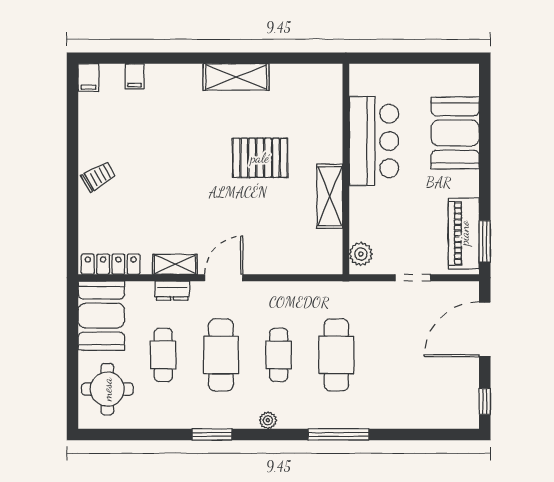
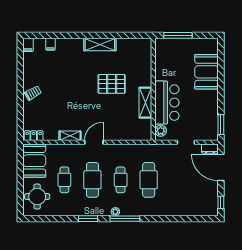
window: (396, 58) -> (178, 35), added
bar counter: (374, 141) -> (167, 103), moved
piano: (464, 233) -> (211, 121), removed
locker: (111, 264) -> (34, 136), width x0.66
dresser: (172, 291) -> (210, 149), moved
door: (485, 329) -> (221, 167), hinge flipped
window: (339, 434) -> (125, 219), moved

